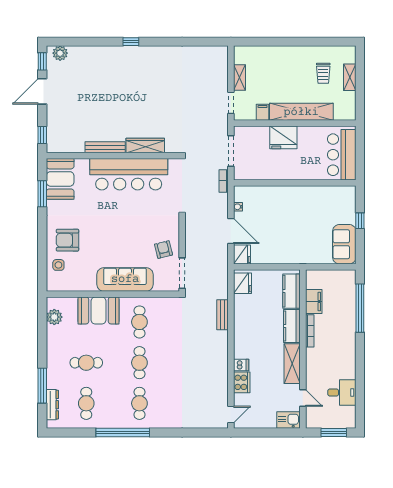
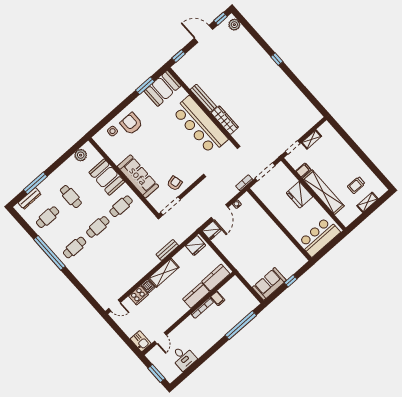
filing cabinet: (314, 301) -> (218, 298), width x0.50
shelving: (292, 364) -> (164, 273), moved

